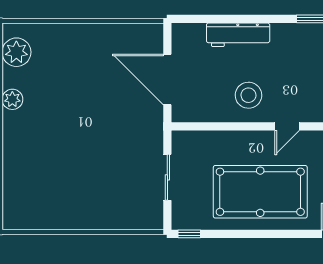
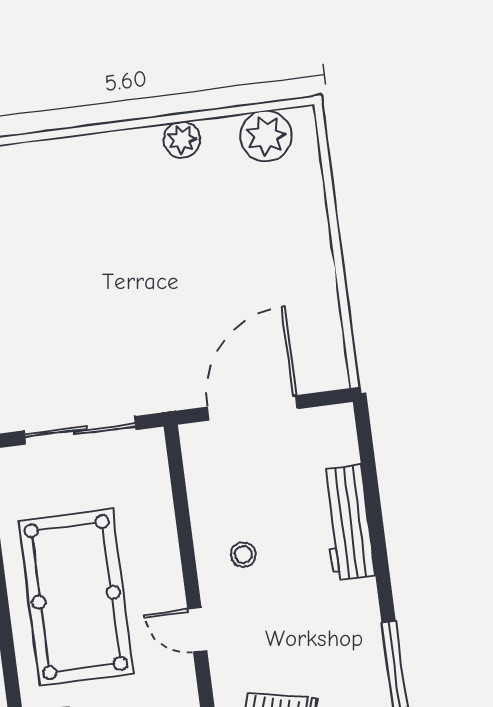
stool: (248, 95) -> (243, 554), width x0.53, depth x0.53
sliding door: (167, 177) -> (80, 430), width x1.37

